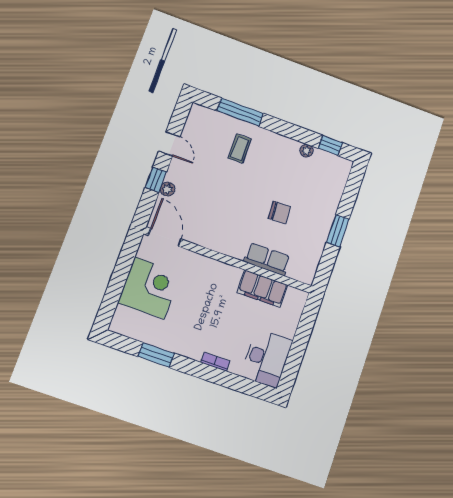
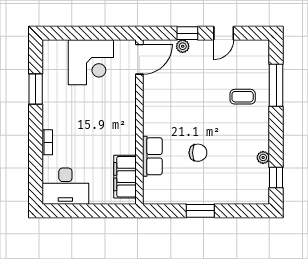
chair: (280, 212) -> (198, 153), turned -88
filing cabinet: (262, 289) -> (125, 177), moved

